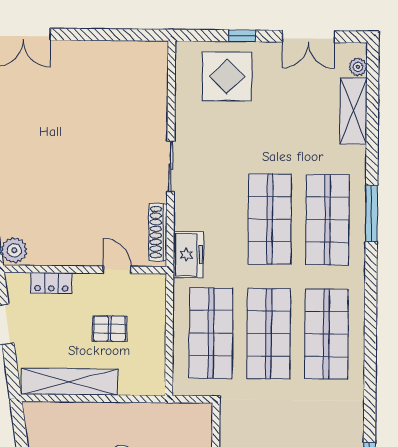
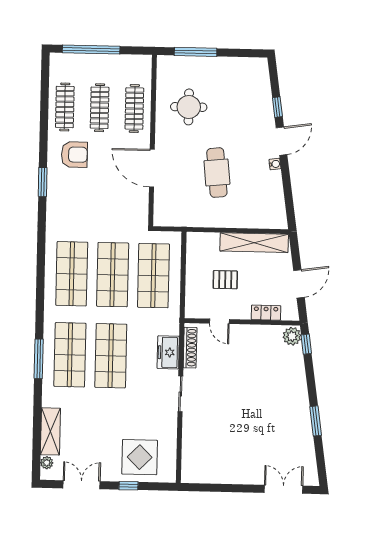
freezer: (188, 255) -> (168, 352), moved

